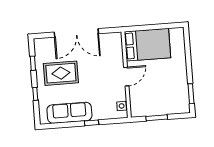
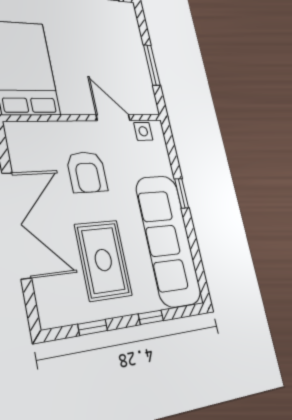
armchair: (100, 71) -> (87, 172), added
door: (126, 77) -> (113, 118), moved
sofa: (69, 113) -> (168, 240), width x1.36, depth x1.27

